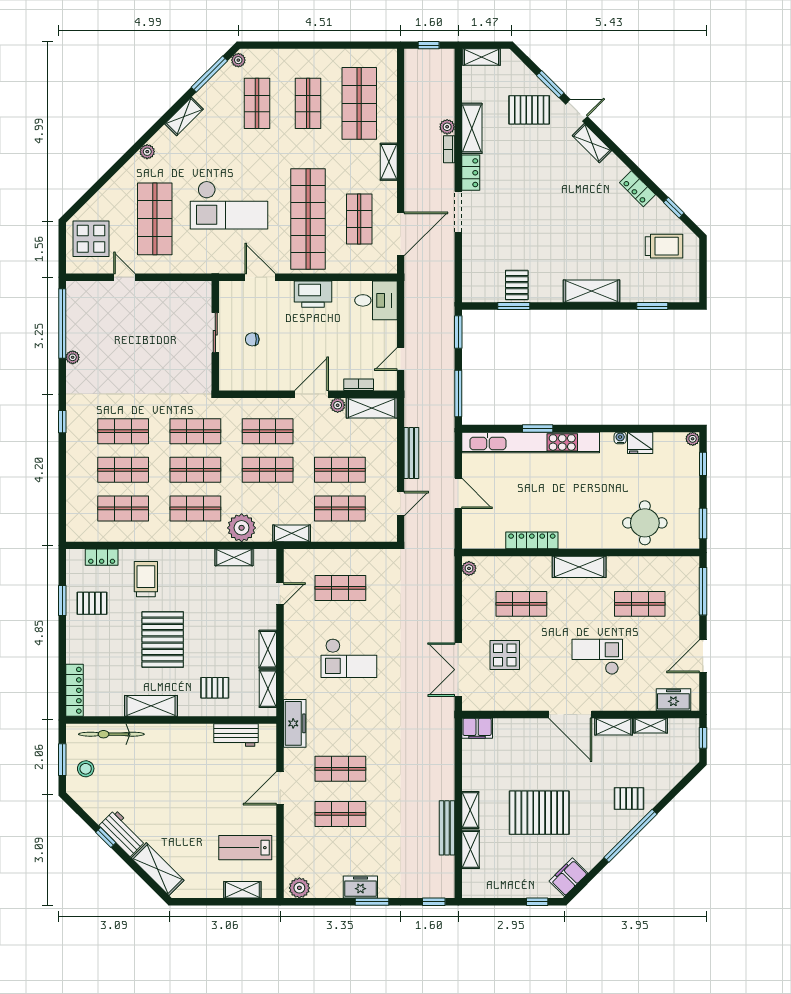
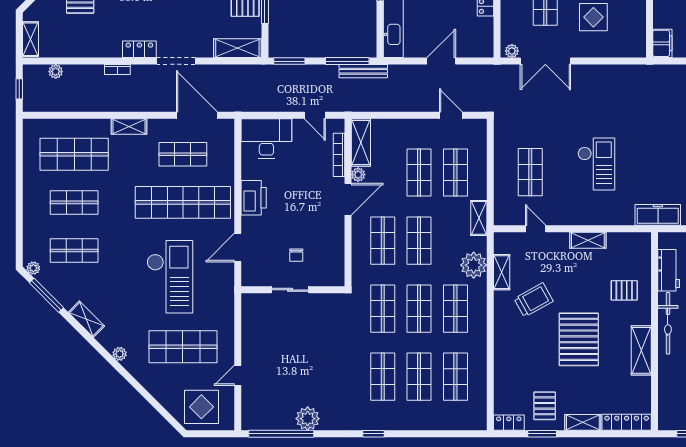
plant: (447, 127) -> (56, 72), moved
shelving: (472, 128) -> (237, 48), moved
desk: (376, 300) -> (266, 139), width x1.37
plant: (73, 357) -> (308, 419), width x1.88, depth x1.88
bookcase: (359, 385) -> (339, 155), width x1.56
door: (312, 394) -> (348, 199), swing flipped
bench: (411, 453) -> (363, 71), moved
locker: (102, 557) -> (509, 423), moved, turned -90
trolley: (146, 579) -> (534, 300), moved, turned 151
pallet: (163, 639) -> (579, 339), turned 90
double door: (458, 670) -> (545, 61), moved
pallet: (215, 688) -> (624, 290), turned 90
shelving: (268, 689) -> (583, 422), moved
bicycle: (111, 734) -> (668, 323), moved

